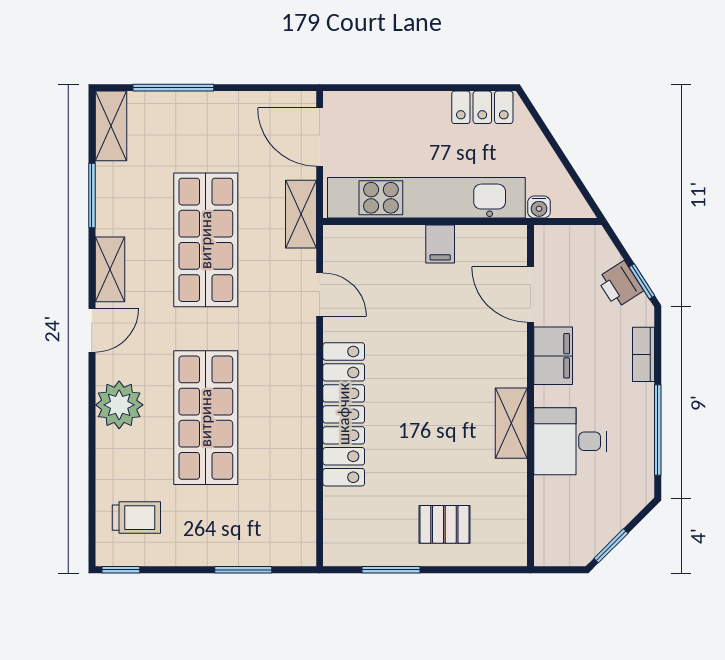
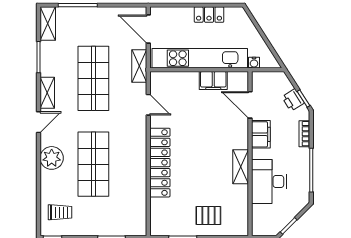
locker: (482, 107) -> (209, 15), moved
filing cabinet: (440, 244) -> (213, 80), width x2.00
desk: (570, 441) -> (269, 182), width x1.37

